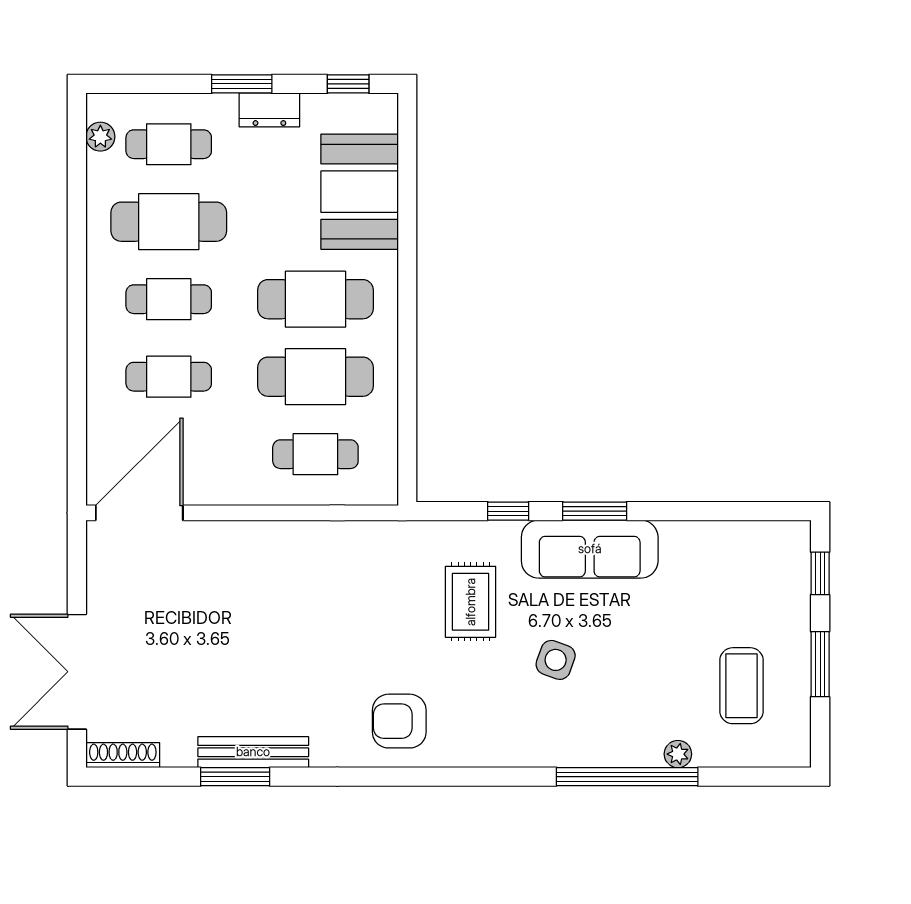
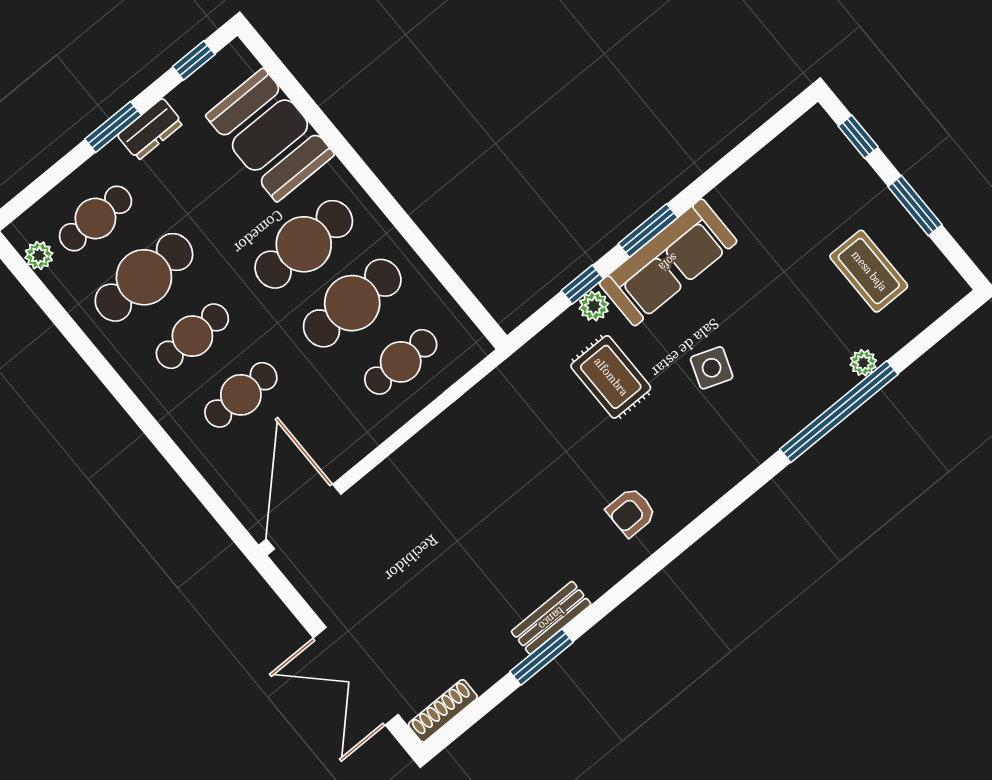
plant: (503, 535) -> (594, 306), added
armchair: (399, 721) -> (631, 512), width x0.72, depth x0.72
bench: (253, 752) -> (551, 618), width x0.73

